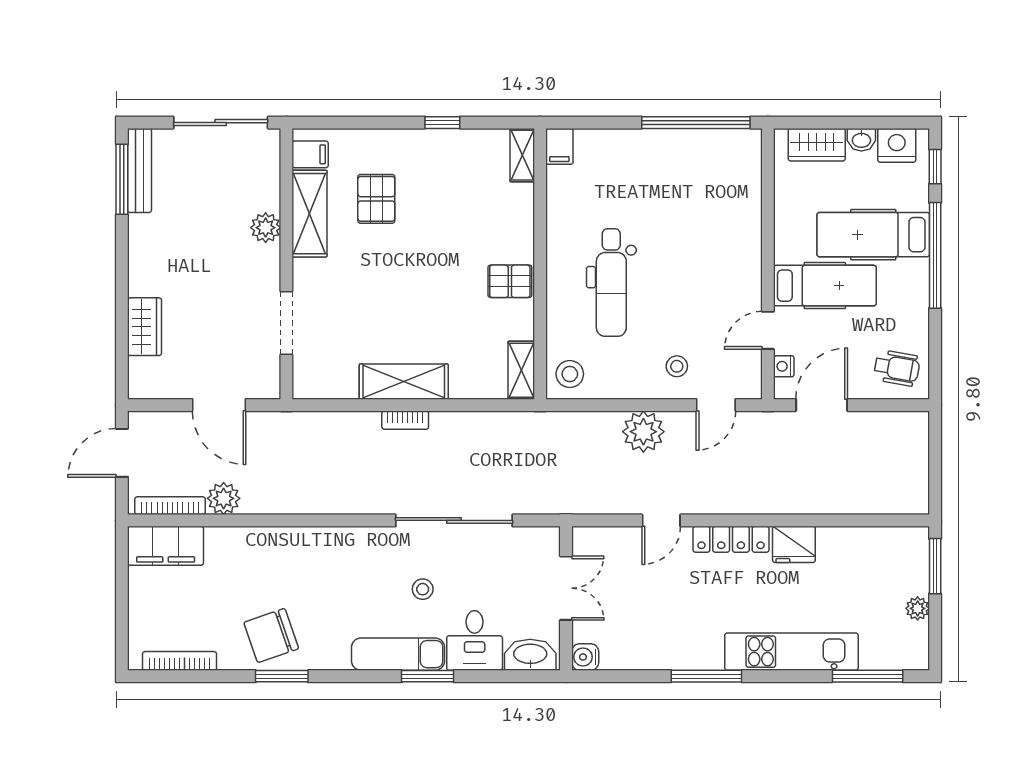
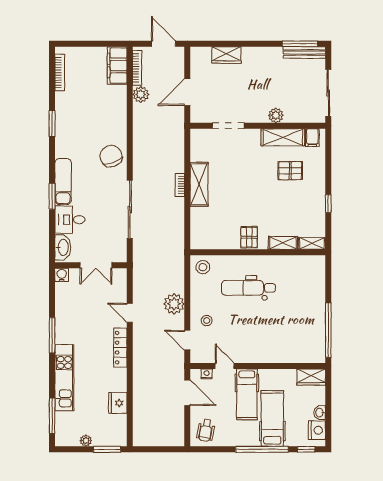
wardrobe: (817, 145) -> (311, 377), moved, turned -90
filing cabinet: (559, 146) -> (316, 262), removed
shelving: (521, 370) -> (283, 243), moved
fridge: (794, 544) -> (118, 403), moved
stool: (423, 589) -> (95, 194), removed
chair: (271, 636) -> (111, 156), moved

